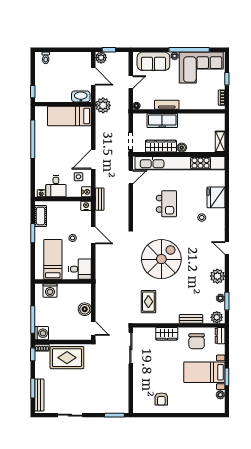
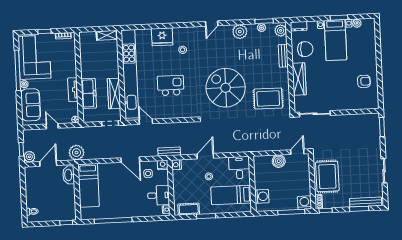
boiler: (182, 148) -> (114, 73), removed
rug: (148, 302) -> (268, 99), width x1.36, depth x1.43
wardrobe: (167, 334) -> (299, 79), width x1.50

